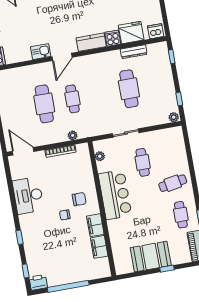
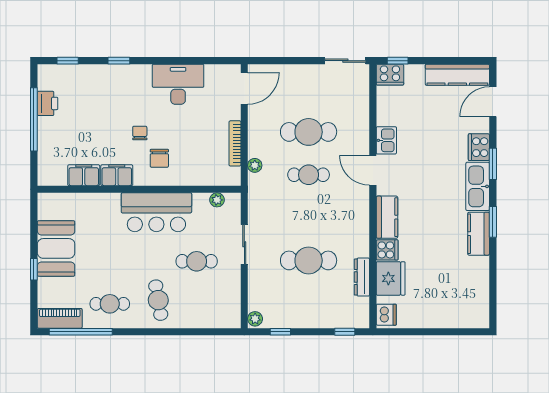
printer: (38, 282) -> (48, 103), moved

